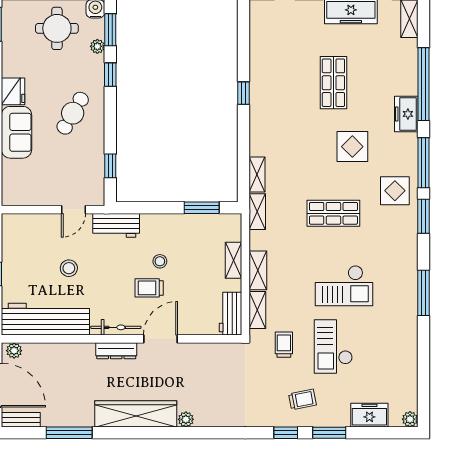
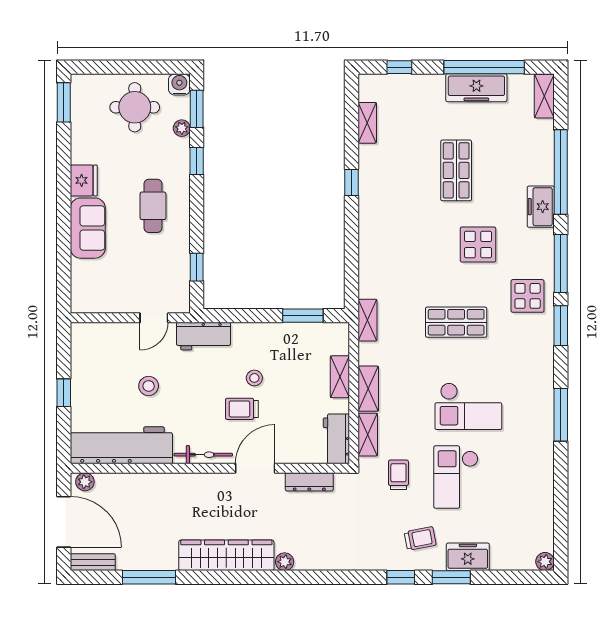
cafe table: (73, 113) -> (153, 206), turned -30
shelving: (257, 174) -> (367, 123), moved
dresser: (116, 351) -> (309, 482), moved
freezer: (369, 415) -> (468, 557), moved

